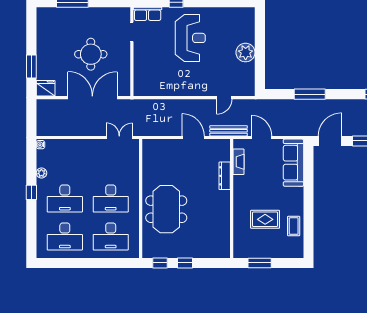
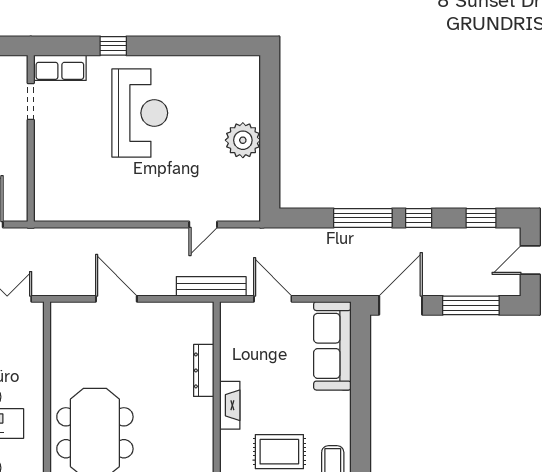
window: (340, 94) -> (419, 218), added
door: (193, 137) -> (116, 299), moved
fireplace: (239, 162) -> (230, 405), moved

